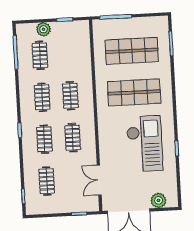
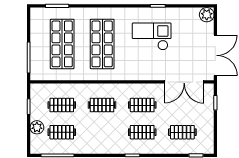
clothes rail: (42, 97) -> (62, 105), moved
checkout: (145, 144) -> (152, 36), width x0.73, depth x0.83
double door: (99, 180) -> (184, 82), width x1.37
plant: (158, 200) -> (207, 15), moved

